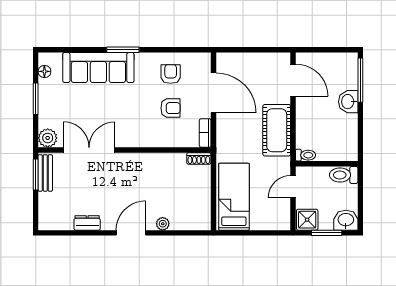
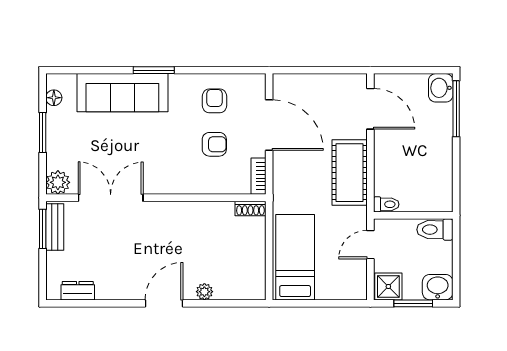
washbasin: (348, 102) -> (441, 88), moved
dresser: (87, 223) -> (78, 291), moved

